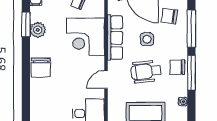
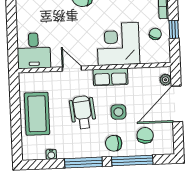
row of seats: (115, 38) -> (110, 77), width x0.68
chair: (177, 67) -> (114, 143), moved, turned -90

